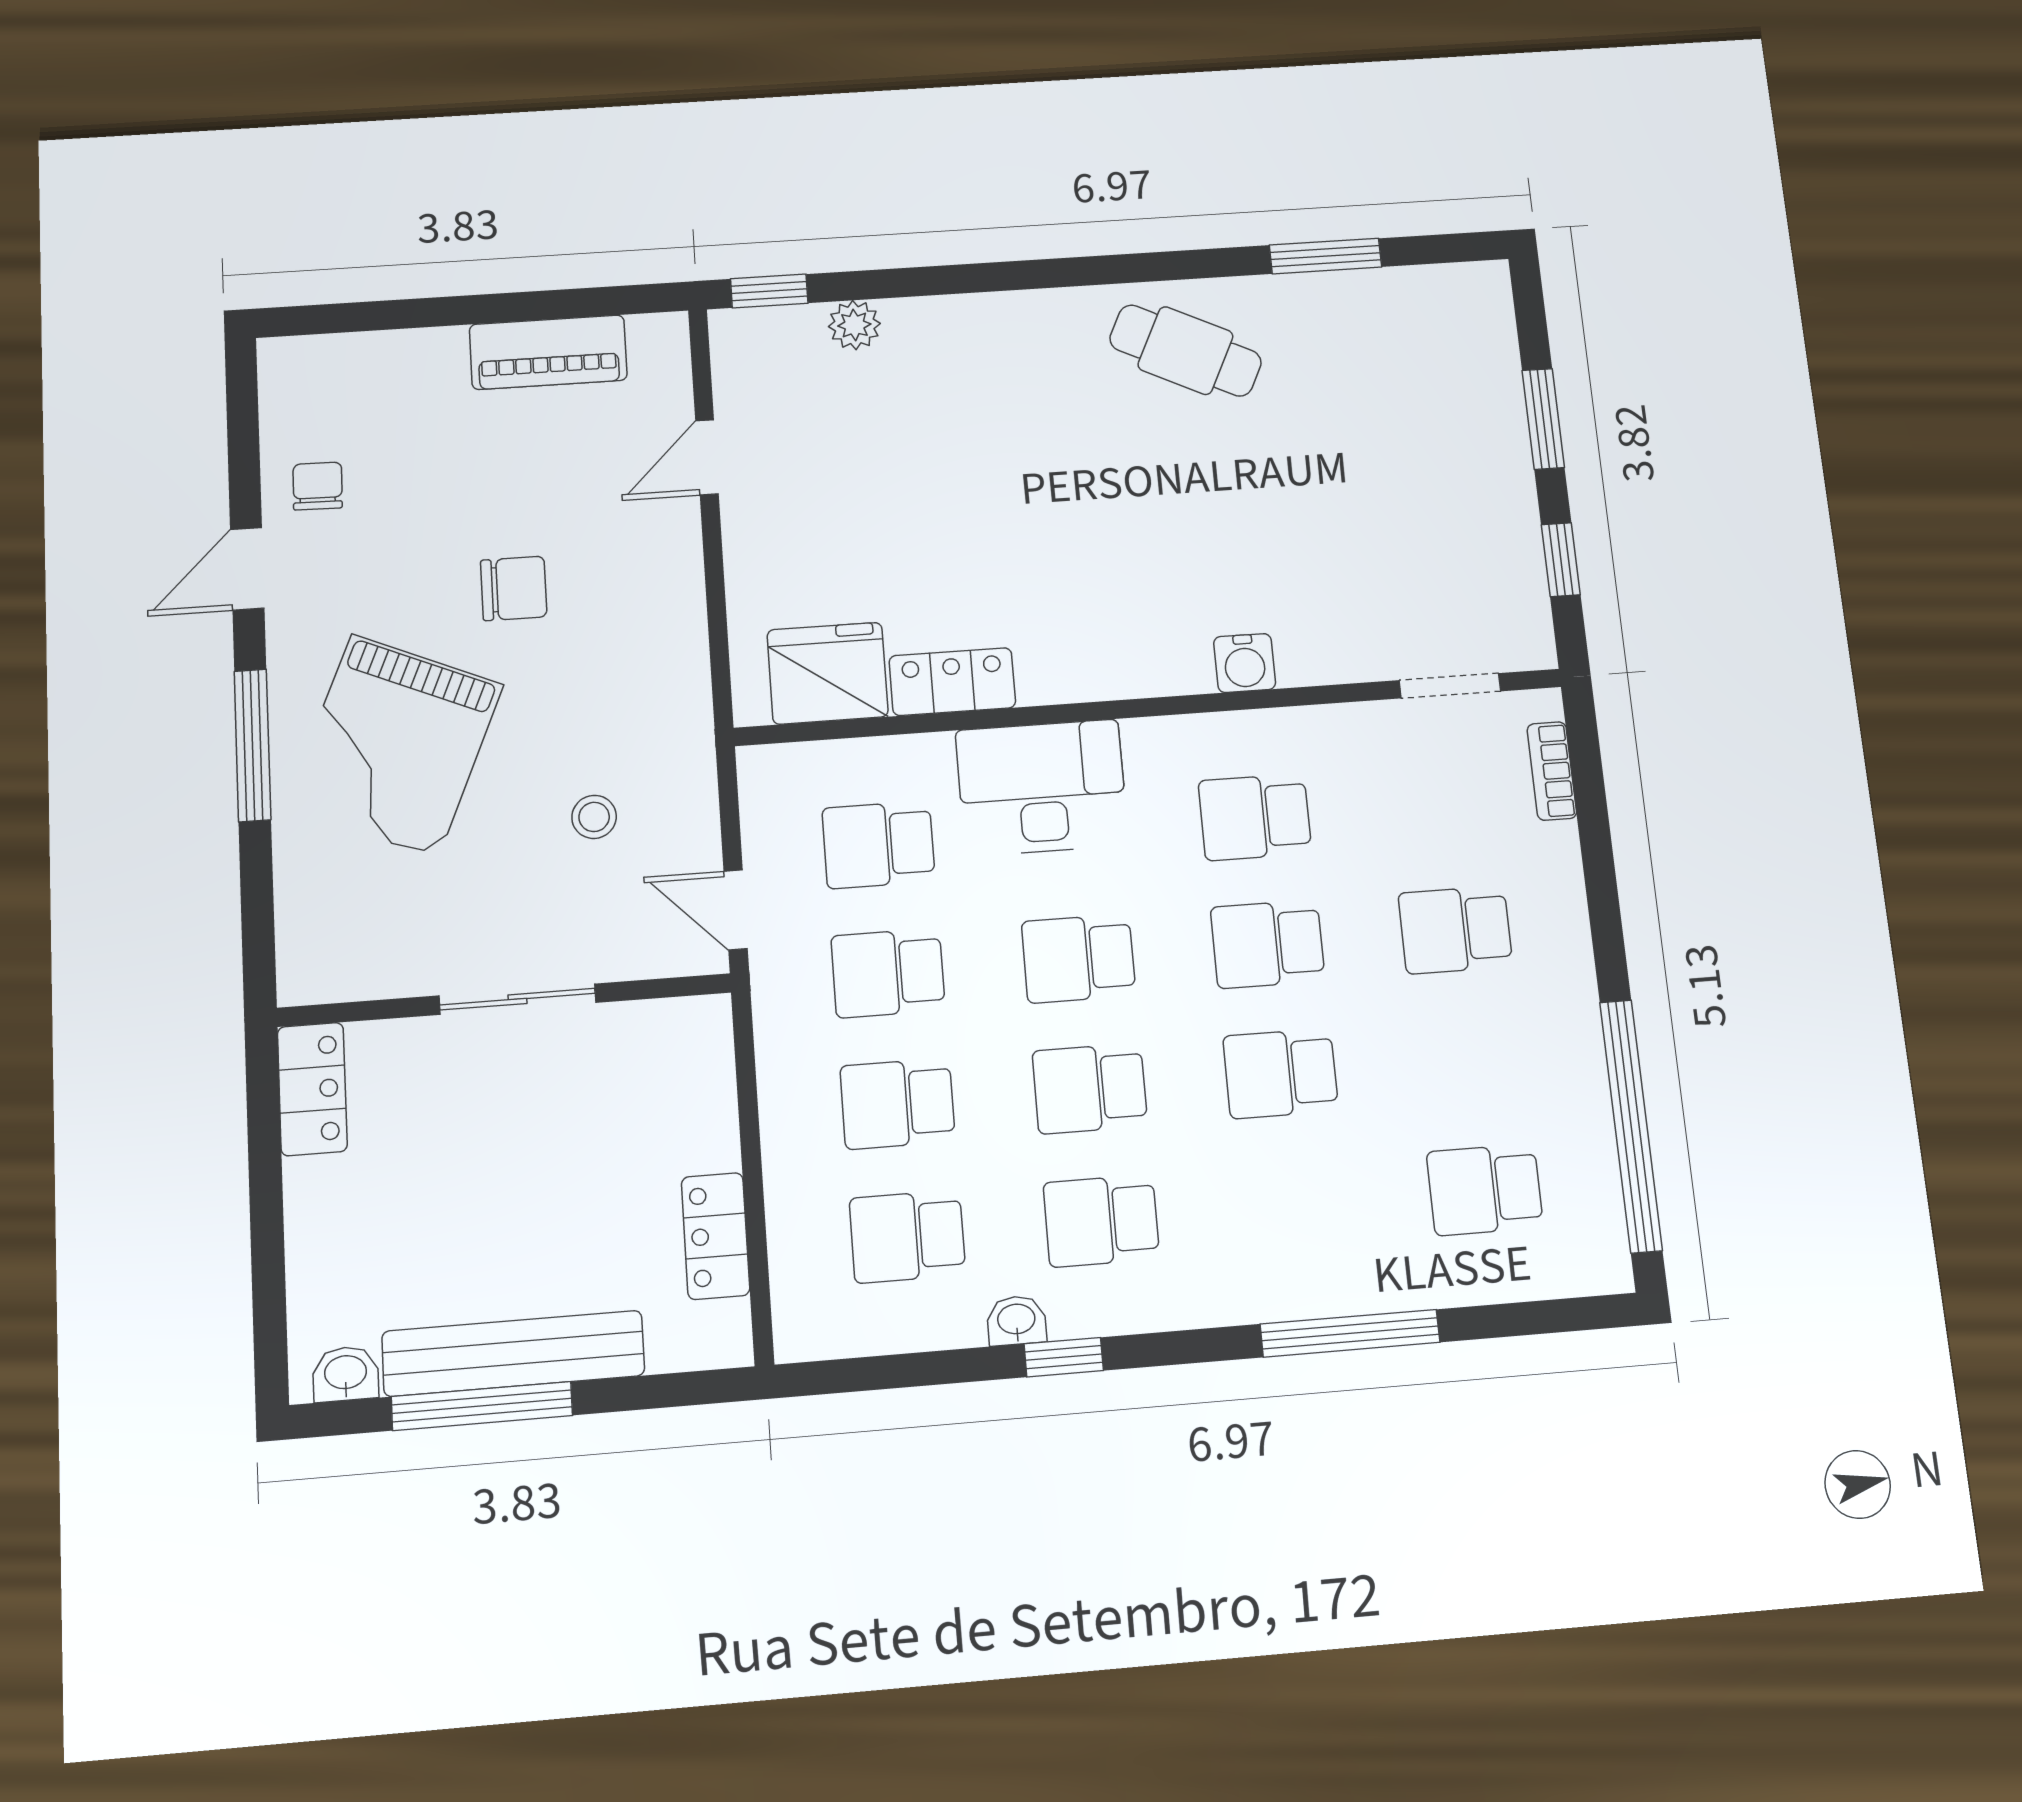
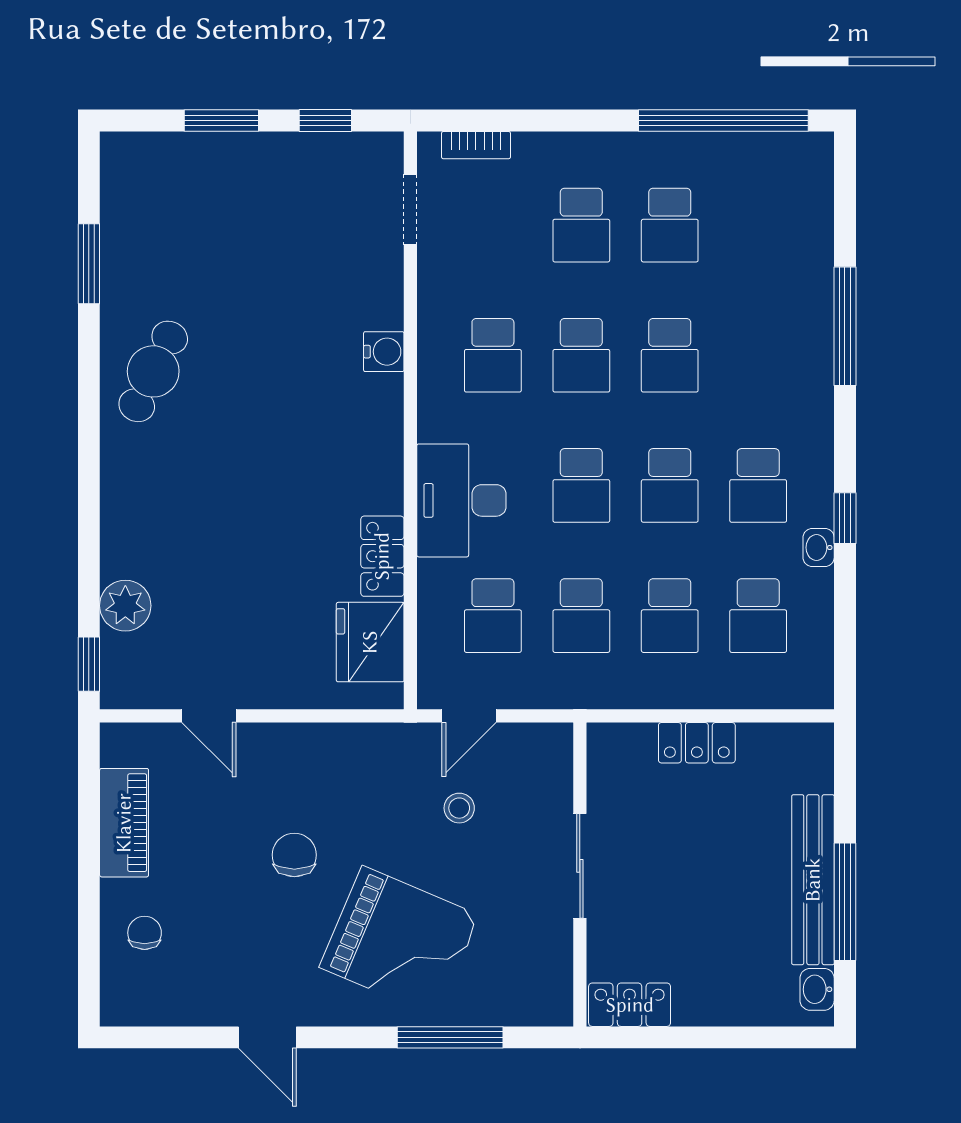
plant: (854, 325) -> (125, 606), width x1.38, depth x1.38
chair: (318, 486) -> (145, 933), moved, turned 89
window: (253, 745) -> (450, 1037), moved
door: (736, 910) -> (469, 716), moved
school desk: (1485, 1190) -> (670, 225), moved
locker: (716, 1236) -> (697, 743), moved

